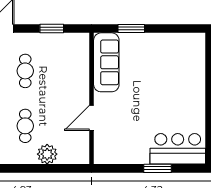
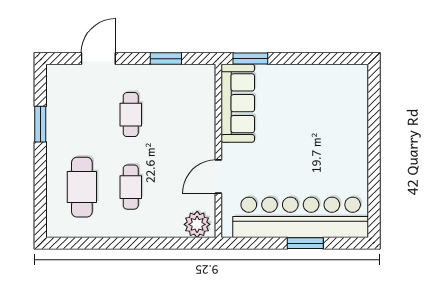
window: (131, 29) -> (250, 59), moved
bar counter: (178, 149) -> (301, 217), width x1.86
plant: (47, 154) -> (197, 224), moved

